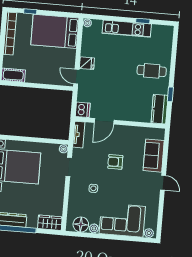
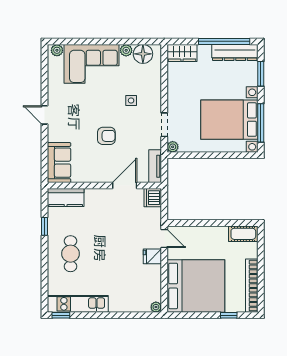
window: (143, 21) -> (61, 315), moved
kitchen unit: (127, 29) -> (78, 304), moved
bed: (55, 31) -> (196, 286), width x1.36
cafe table: (152, 71) -> (71, 254), turned 90
kitchen counter: (160, 109) -> (66, 198), moved, turned 90
sofa: (154, 156) -> (59, 163), moved

